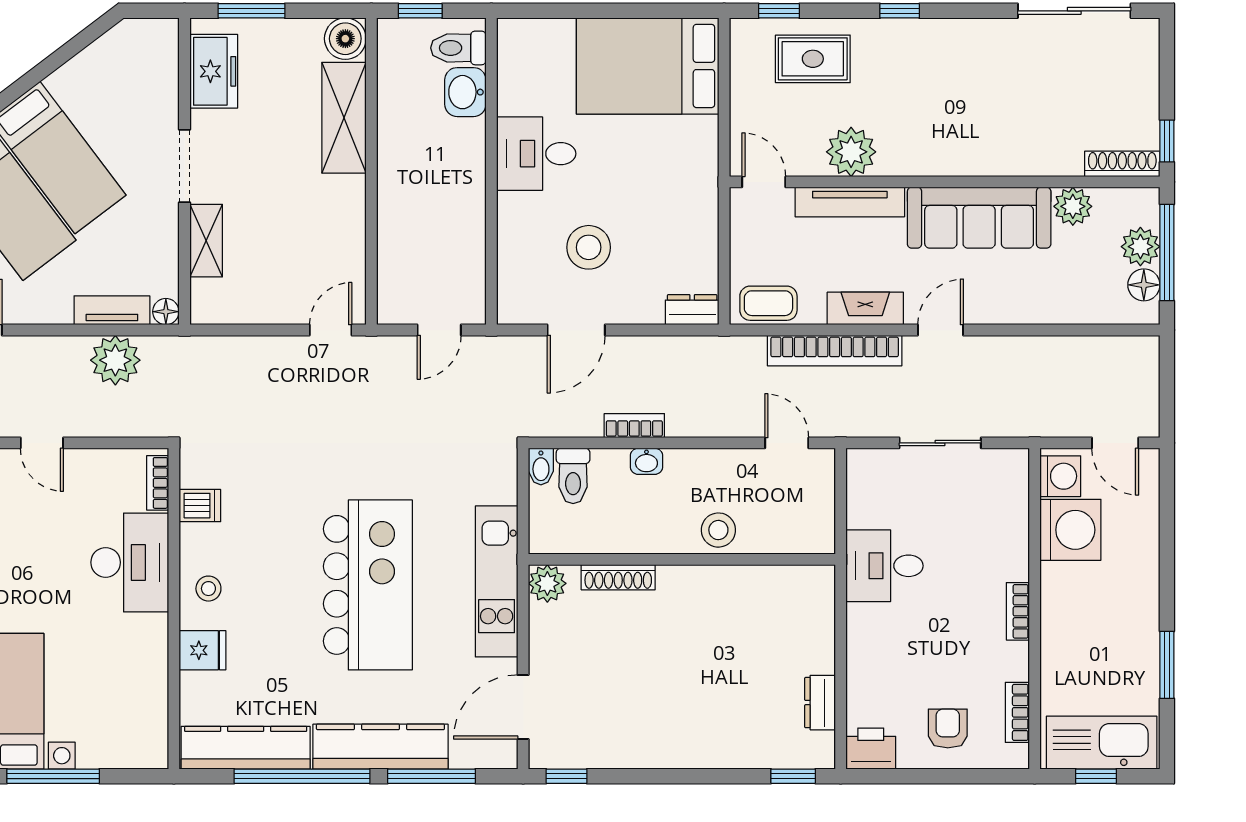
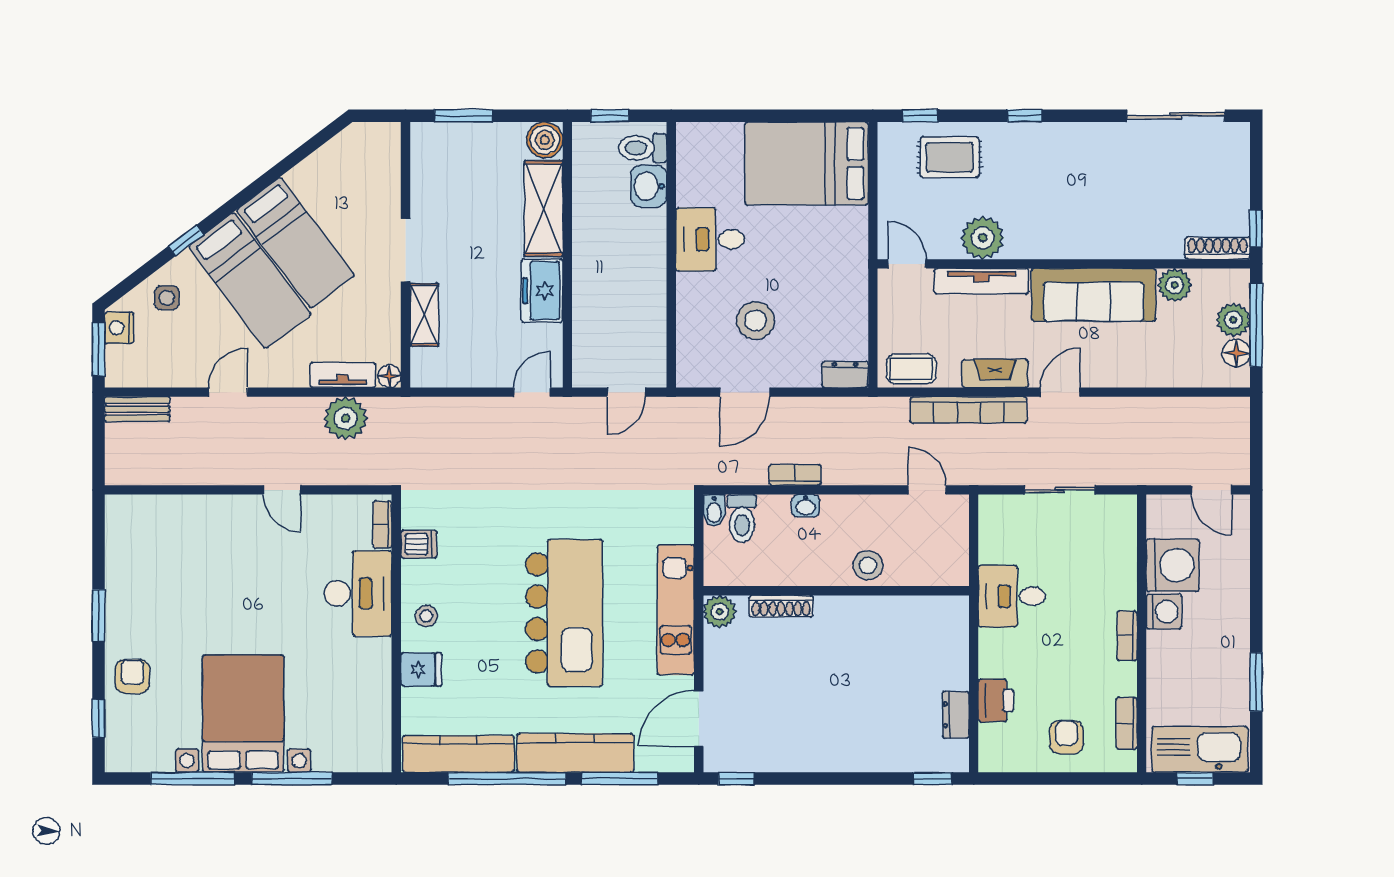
freezer: (214, 71) -> (542, 291), moved, turned 180
washing machine: (1060, 476) -> (1164, 612), moved
printer: (871, 749) -> (996, 700), moved, turned 90

